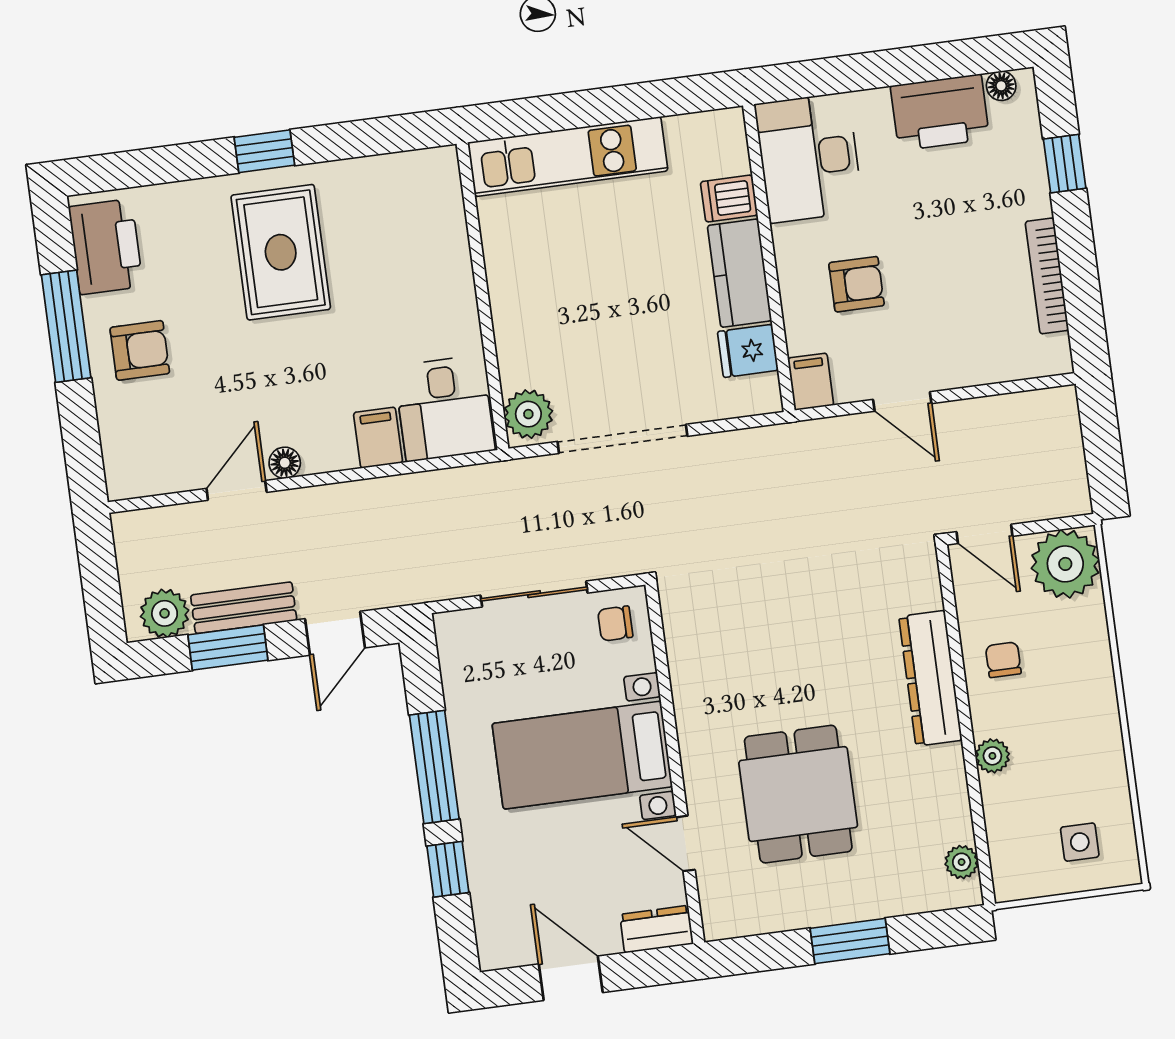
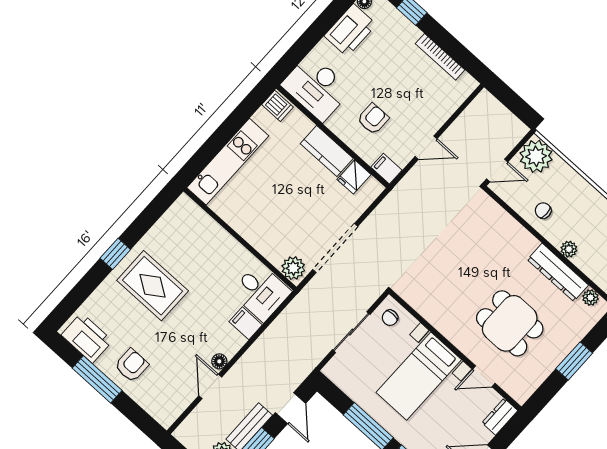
dishwasher: (729, 198) -> (277, 106), moved, turned -90
dresser: (930, 678) -> (558, 272), moved

